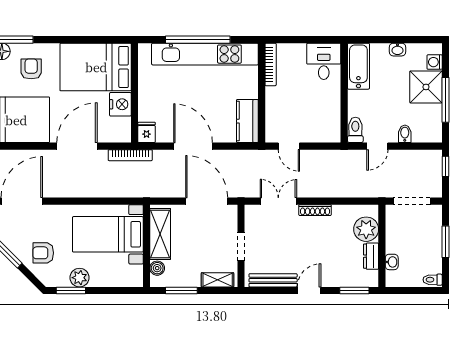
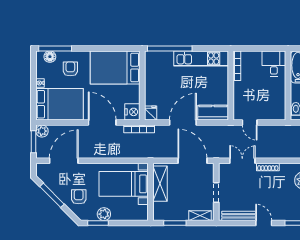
window: (198, 40) -> (170, 48), moved
kitchen unit: (205, 54) -> (201, 59), width x0.73
nightstand: (120, 104) -> (132, 112), moved
kitchen counter: (247, 121) -> (213, 113), moved, turned 90
door: (77, 146) -> (102, 123), hinge flipped
door: (193, 146) -> (183, 123), hinge flipped
armchair: (43, 253) -> (79, 197), turned 90
boiler: (157, 268) -> (158, 207), removed
door: (309, 290) -> (264, 223), hinge flipped

